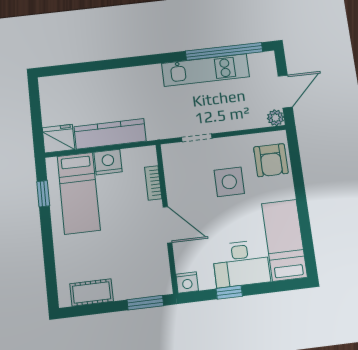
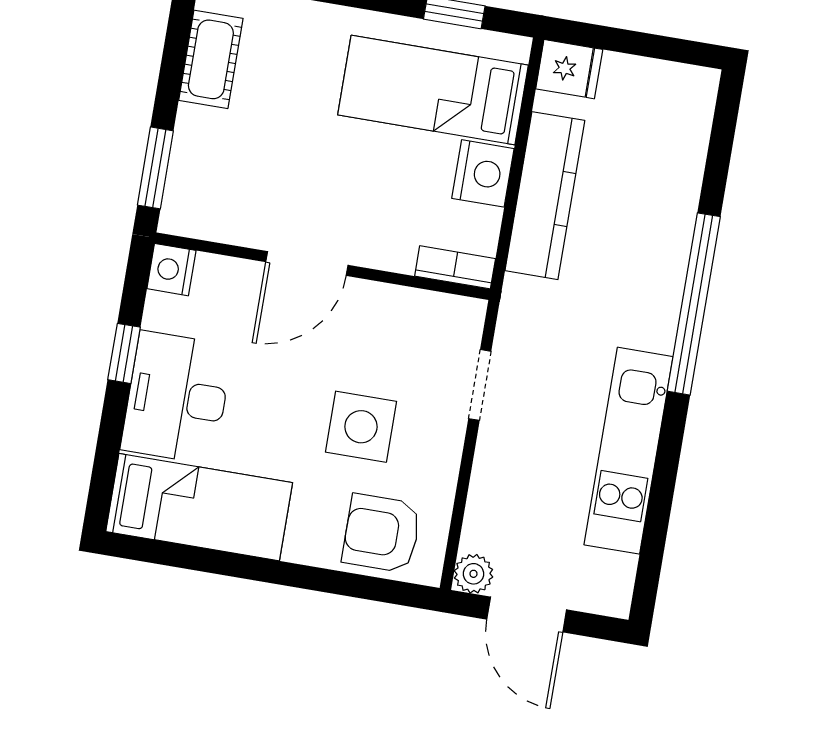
window: (224, 51) -> (694, 304), moved
fridge: (58, 139) -> (569, 69), width x0.72
bookcase: (153, 183) -> (455, 267), moved

